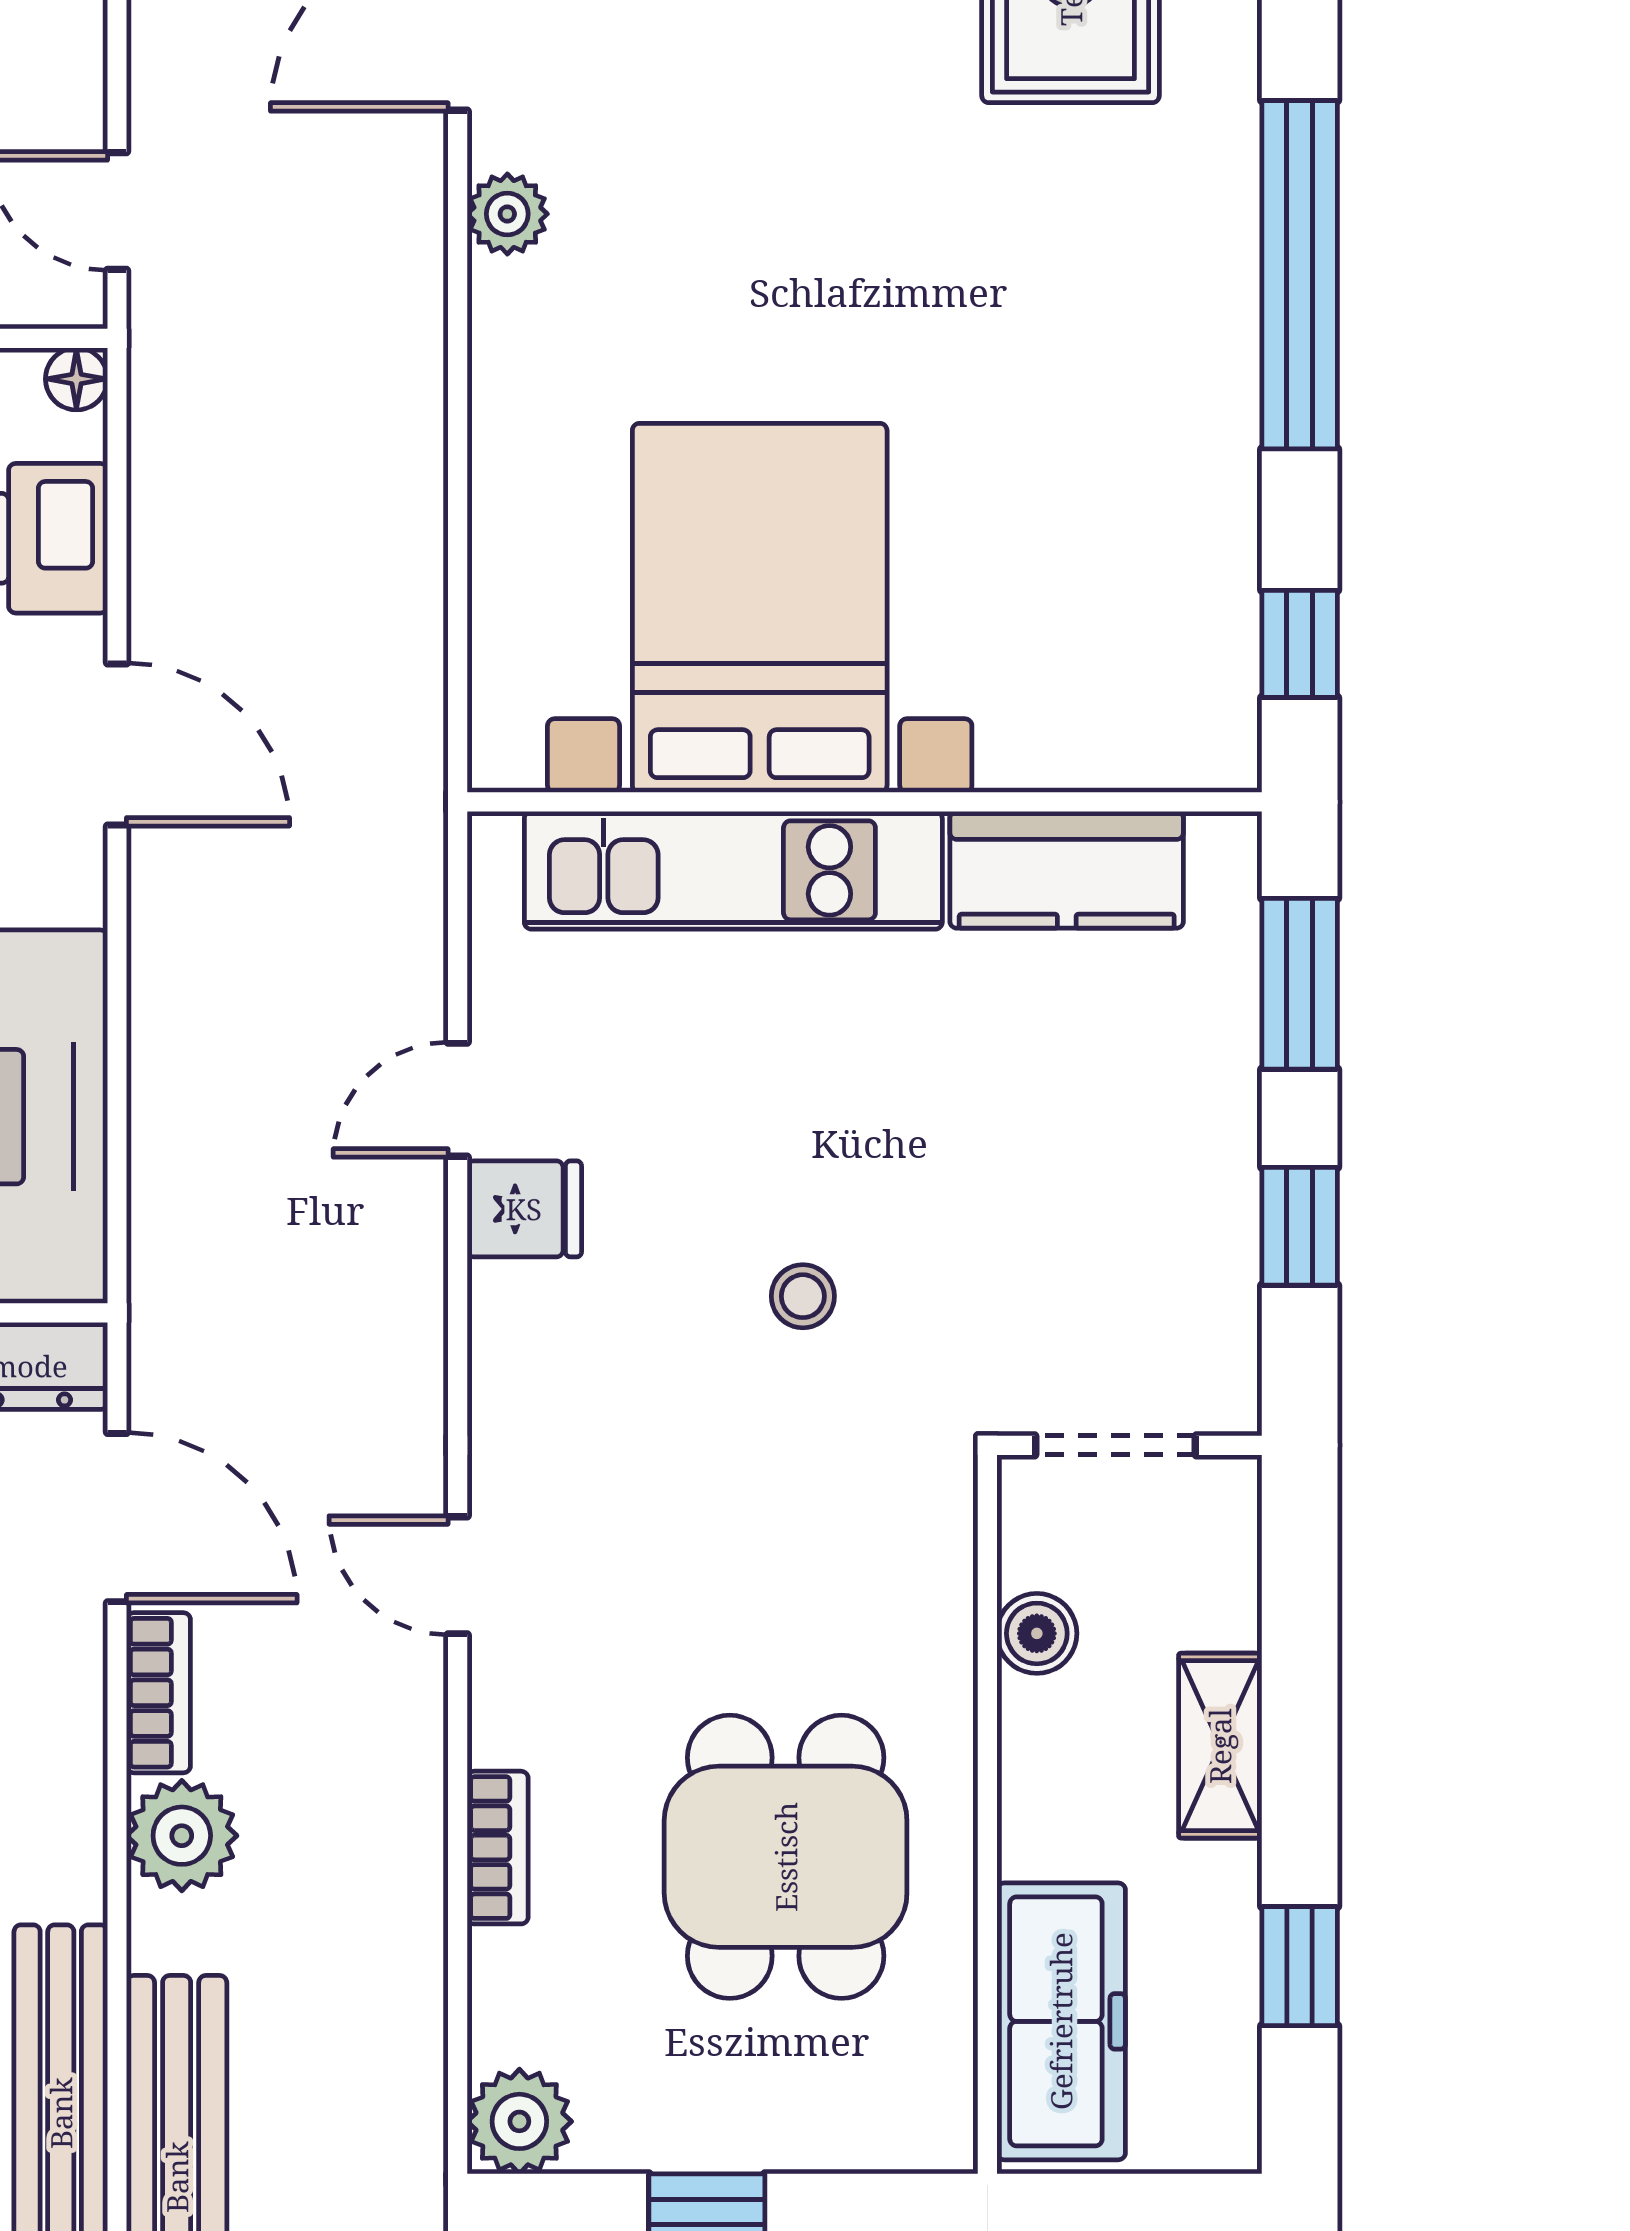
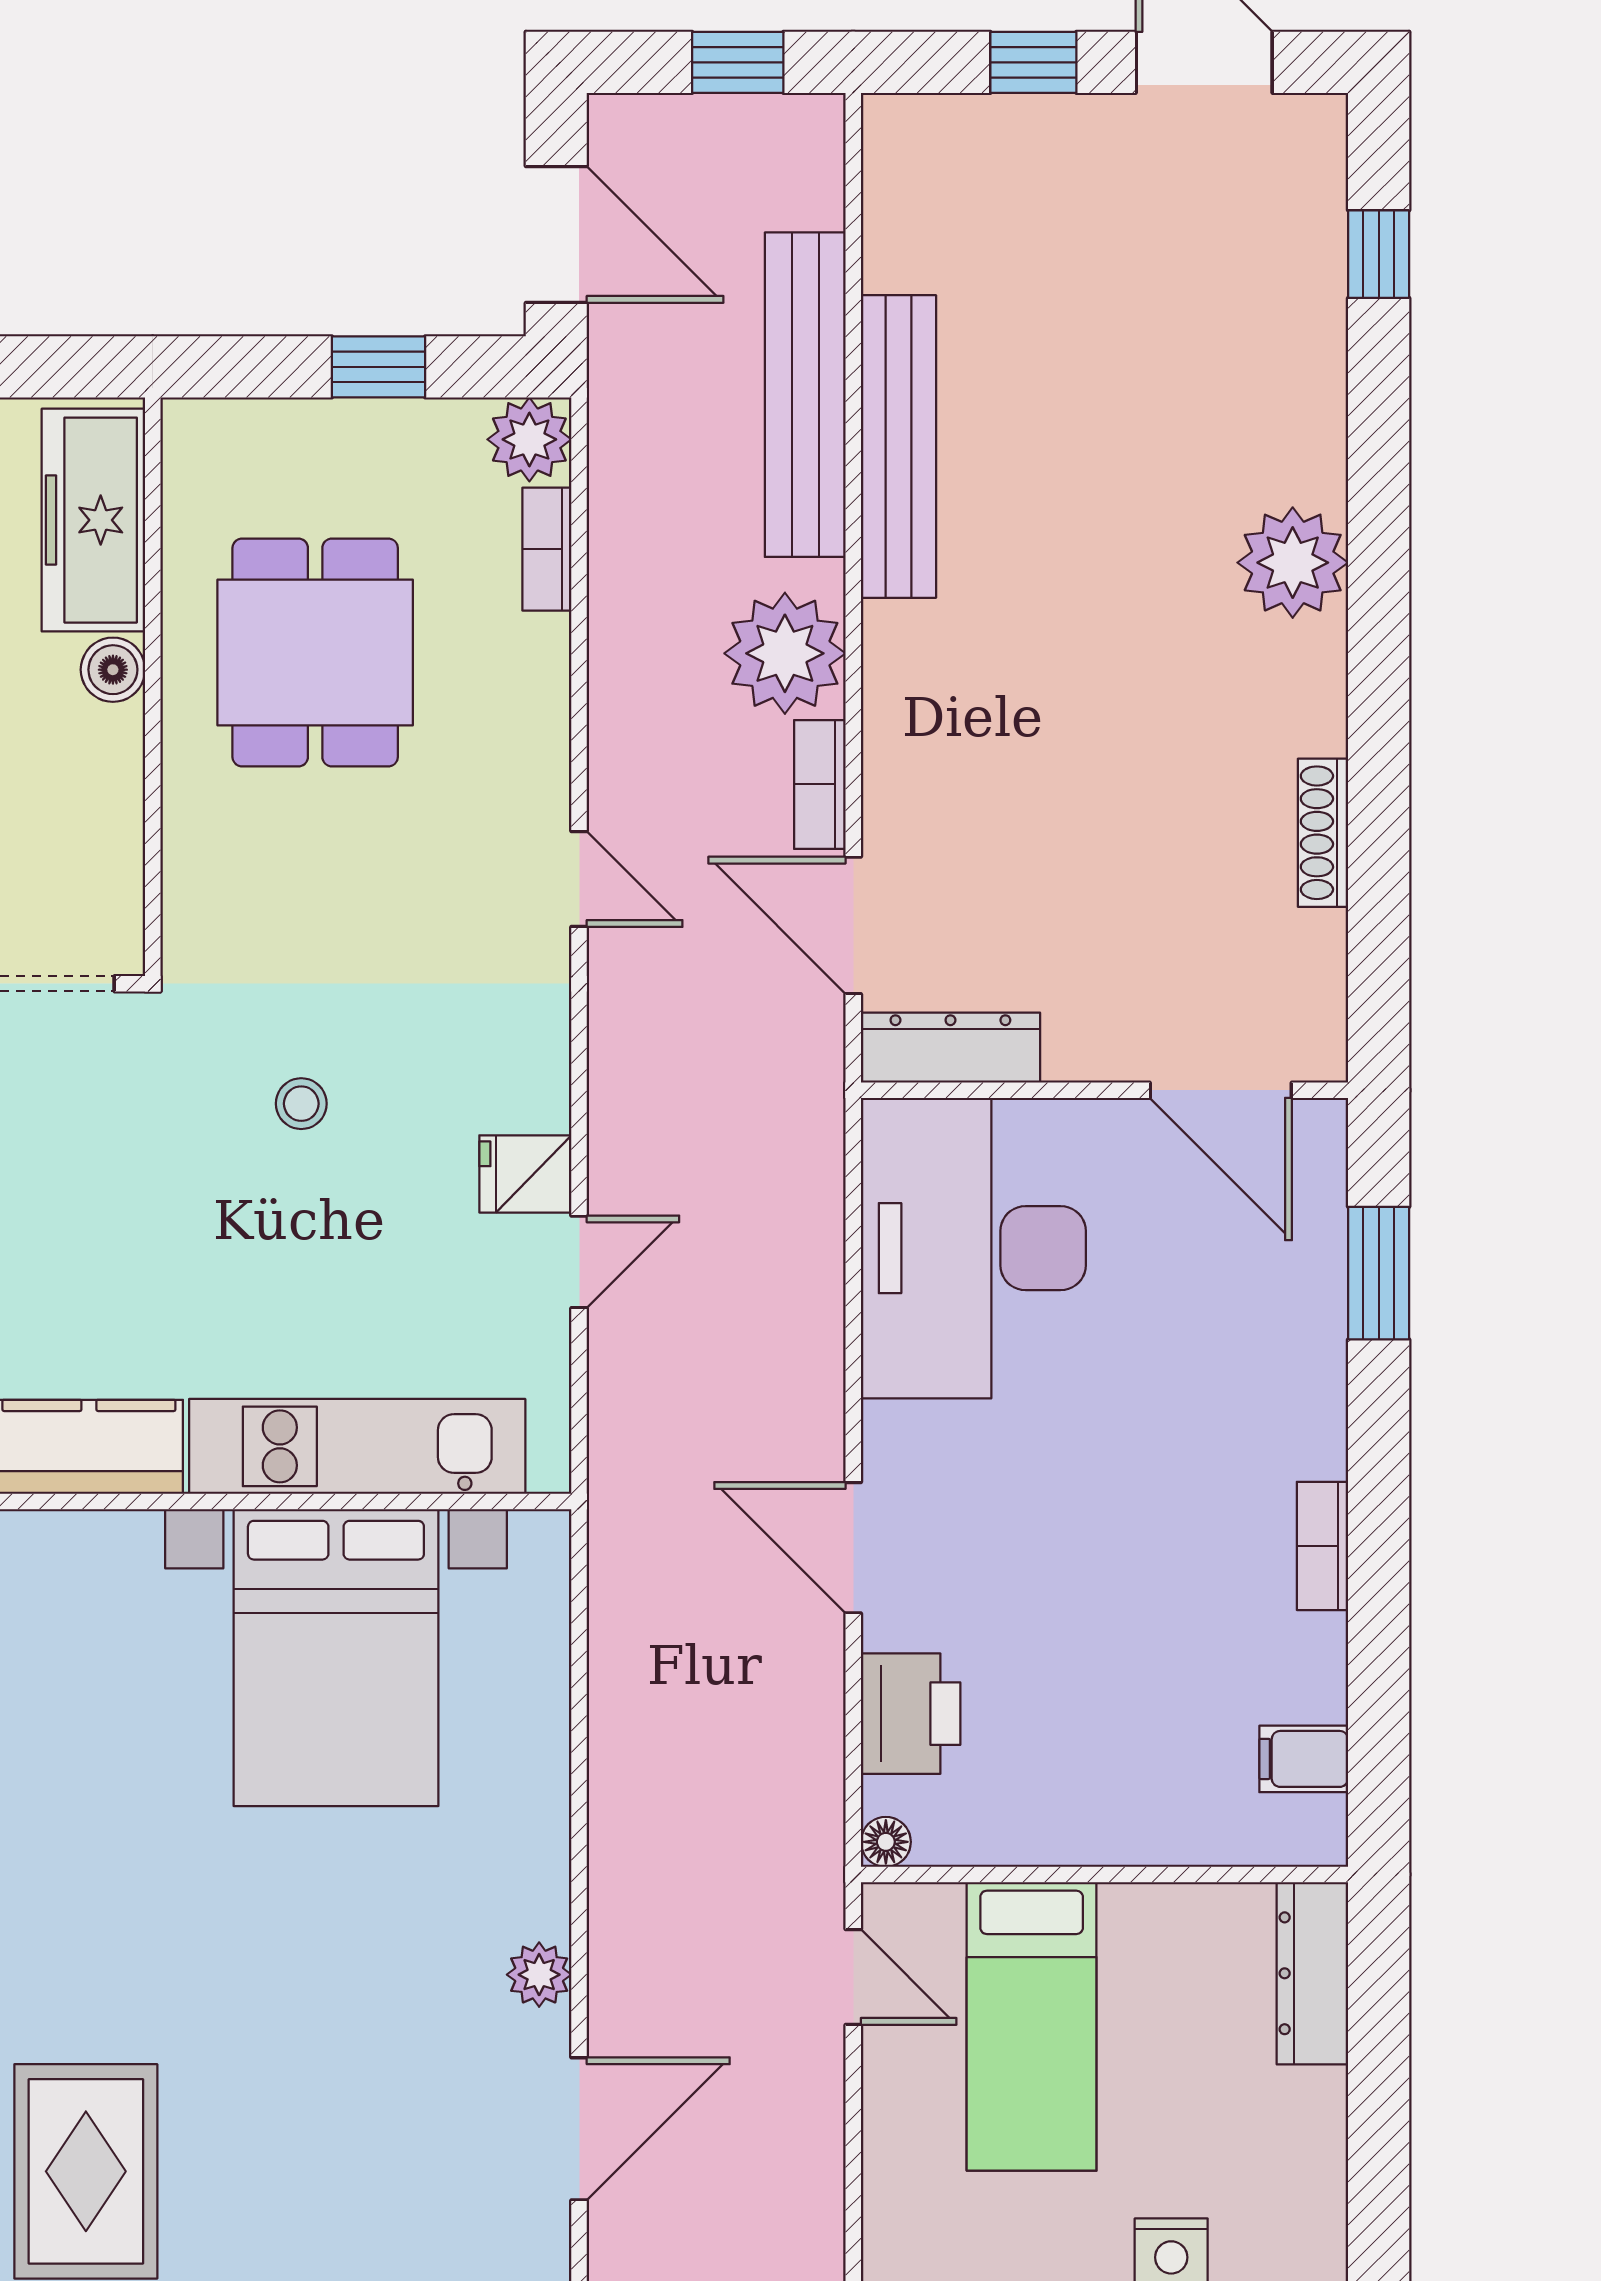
boiler: (1037, 1633) -> (113, 670), moved
plant: (182, 1836) -> (785, 653), width x1.36, depth x1.36
bookcase: (498, 1848) -> (547, 549), moved

